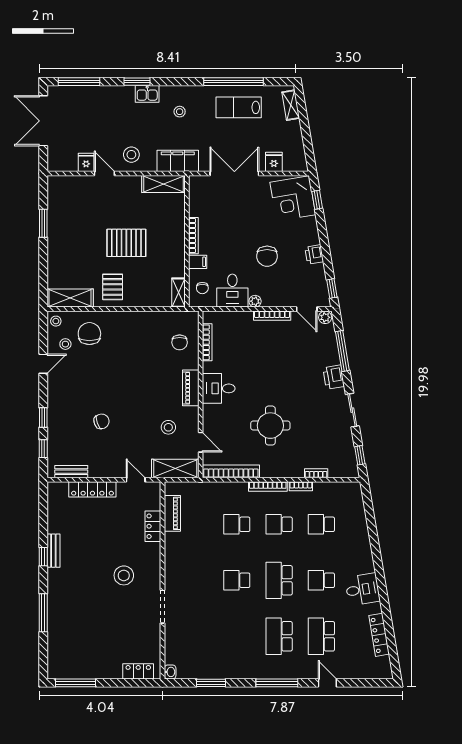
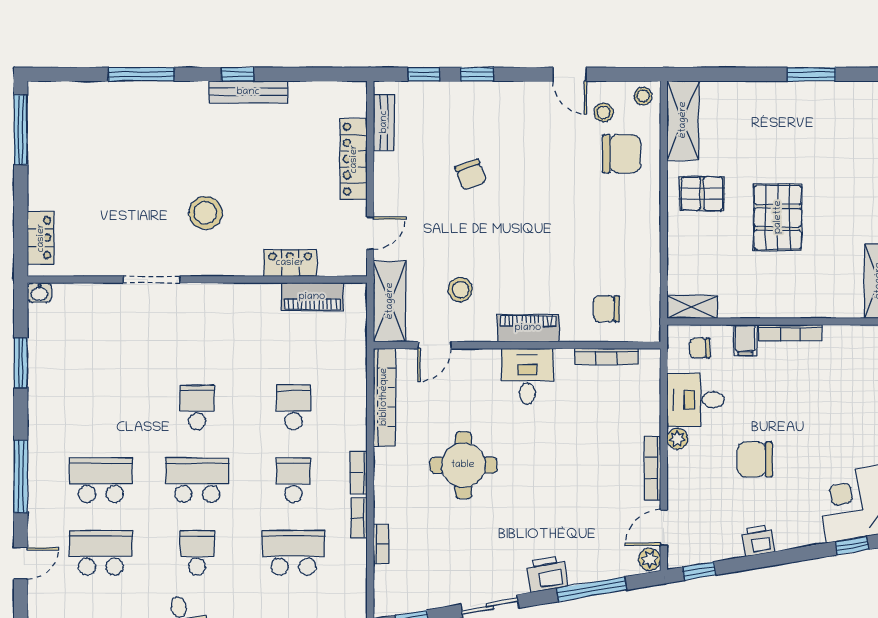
bookcase: (268, 486) -> (359, 473), width x0.64
school desk: (321, 524) -> (293, 553), width x1.85
bench: (53, 551) -> (248, 92), width x1.36

